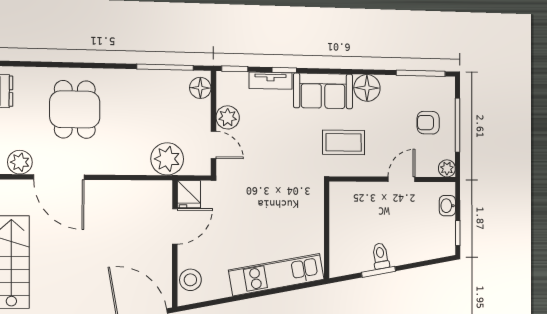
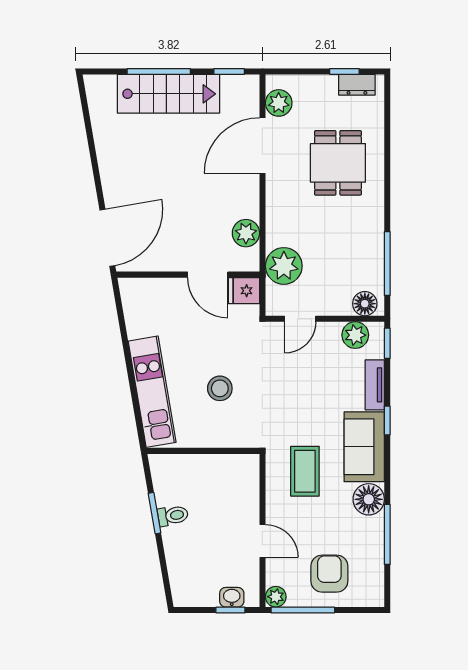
window: (284, 70) -> (387, 421), moved
window: (421, 73) -> (387, 534), moved
dining table: (75, 109) -> (338, 163), turned 90
plant: (228, 117) -> (355, 335), moved
armchair: (428, 123) -> (329, 574), width x1.38, depth x1.38
window: (458, 125) -> (303, 610), moved
plant: (138, 192) -> (246, 233), added
window: (458, 233) -> (230, 610), moved
stool: (190, 280) -> (220, 388), moved

